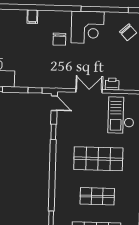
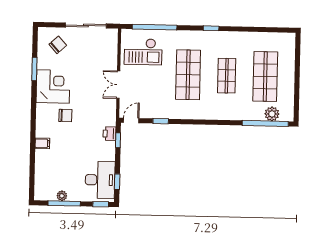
window: (105, 9) -> (34, 69), width x0.47
printer: (112, 84) -> (109, 134), moved

